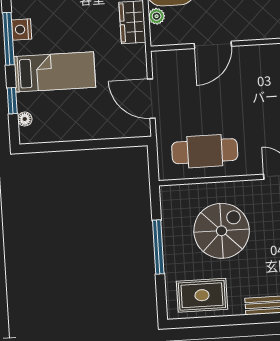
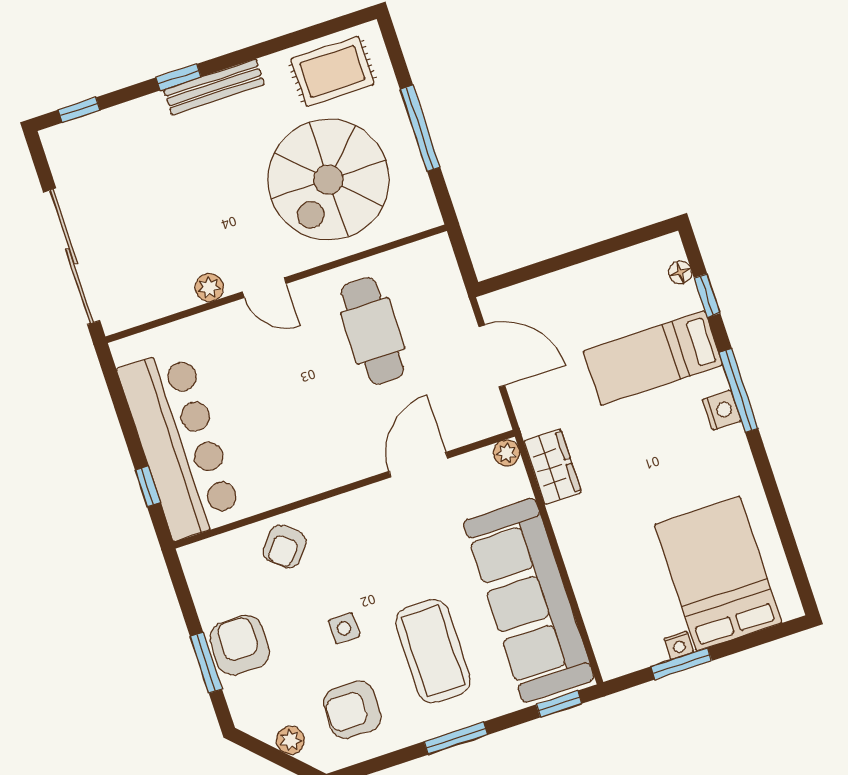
plant: (157, 16) -> (507, 453), moved
cafe table: (205, 151) -> (373, 331), moved, turned 90
spiral stairs: (222, 231) -> (328, 180), width x1.37, depth x1.37

